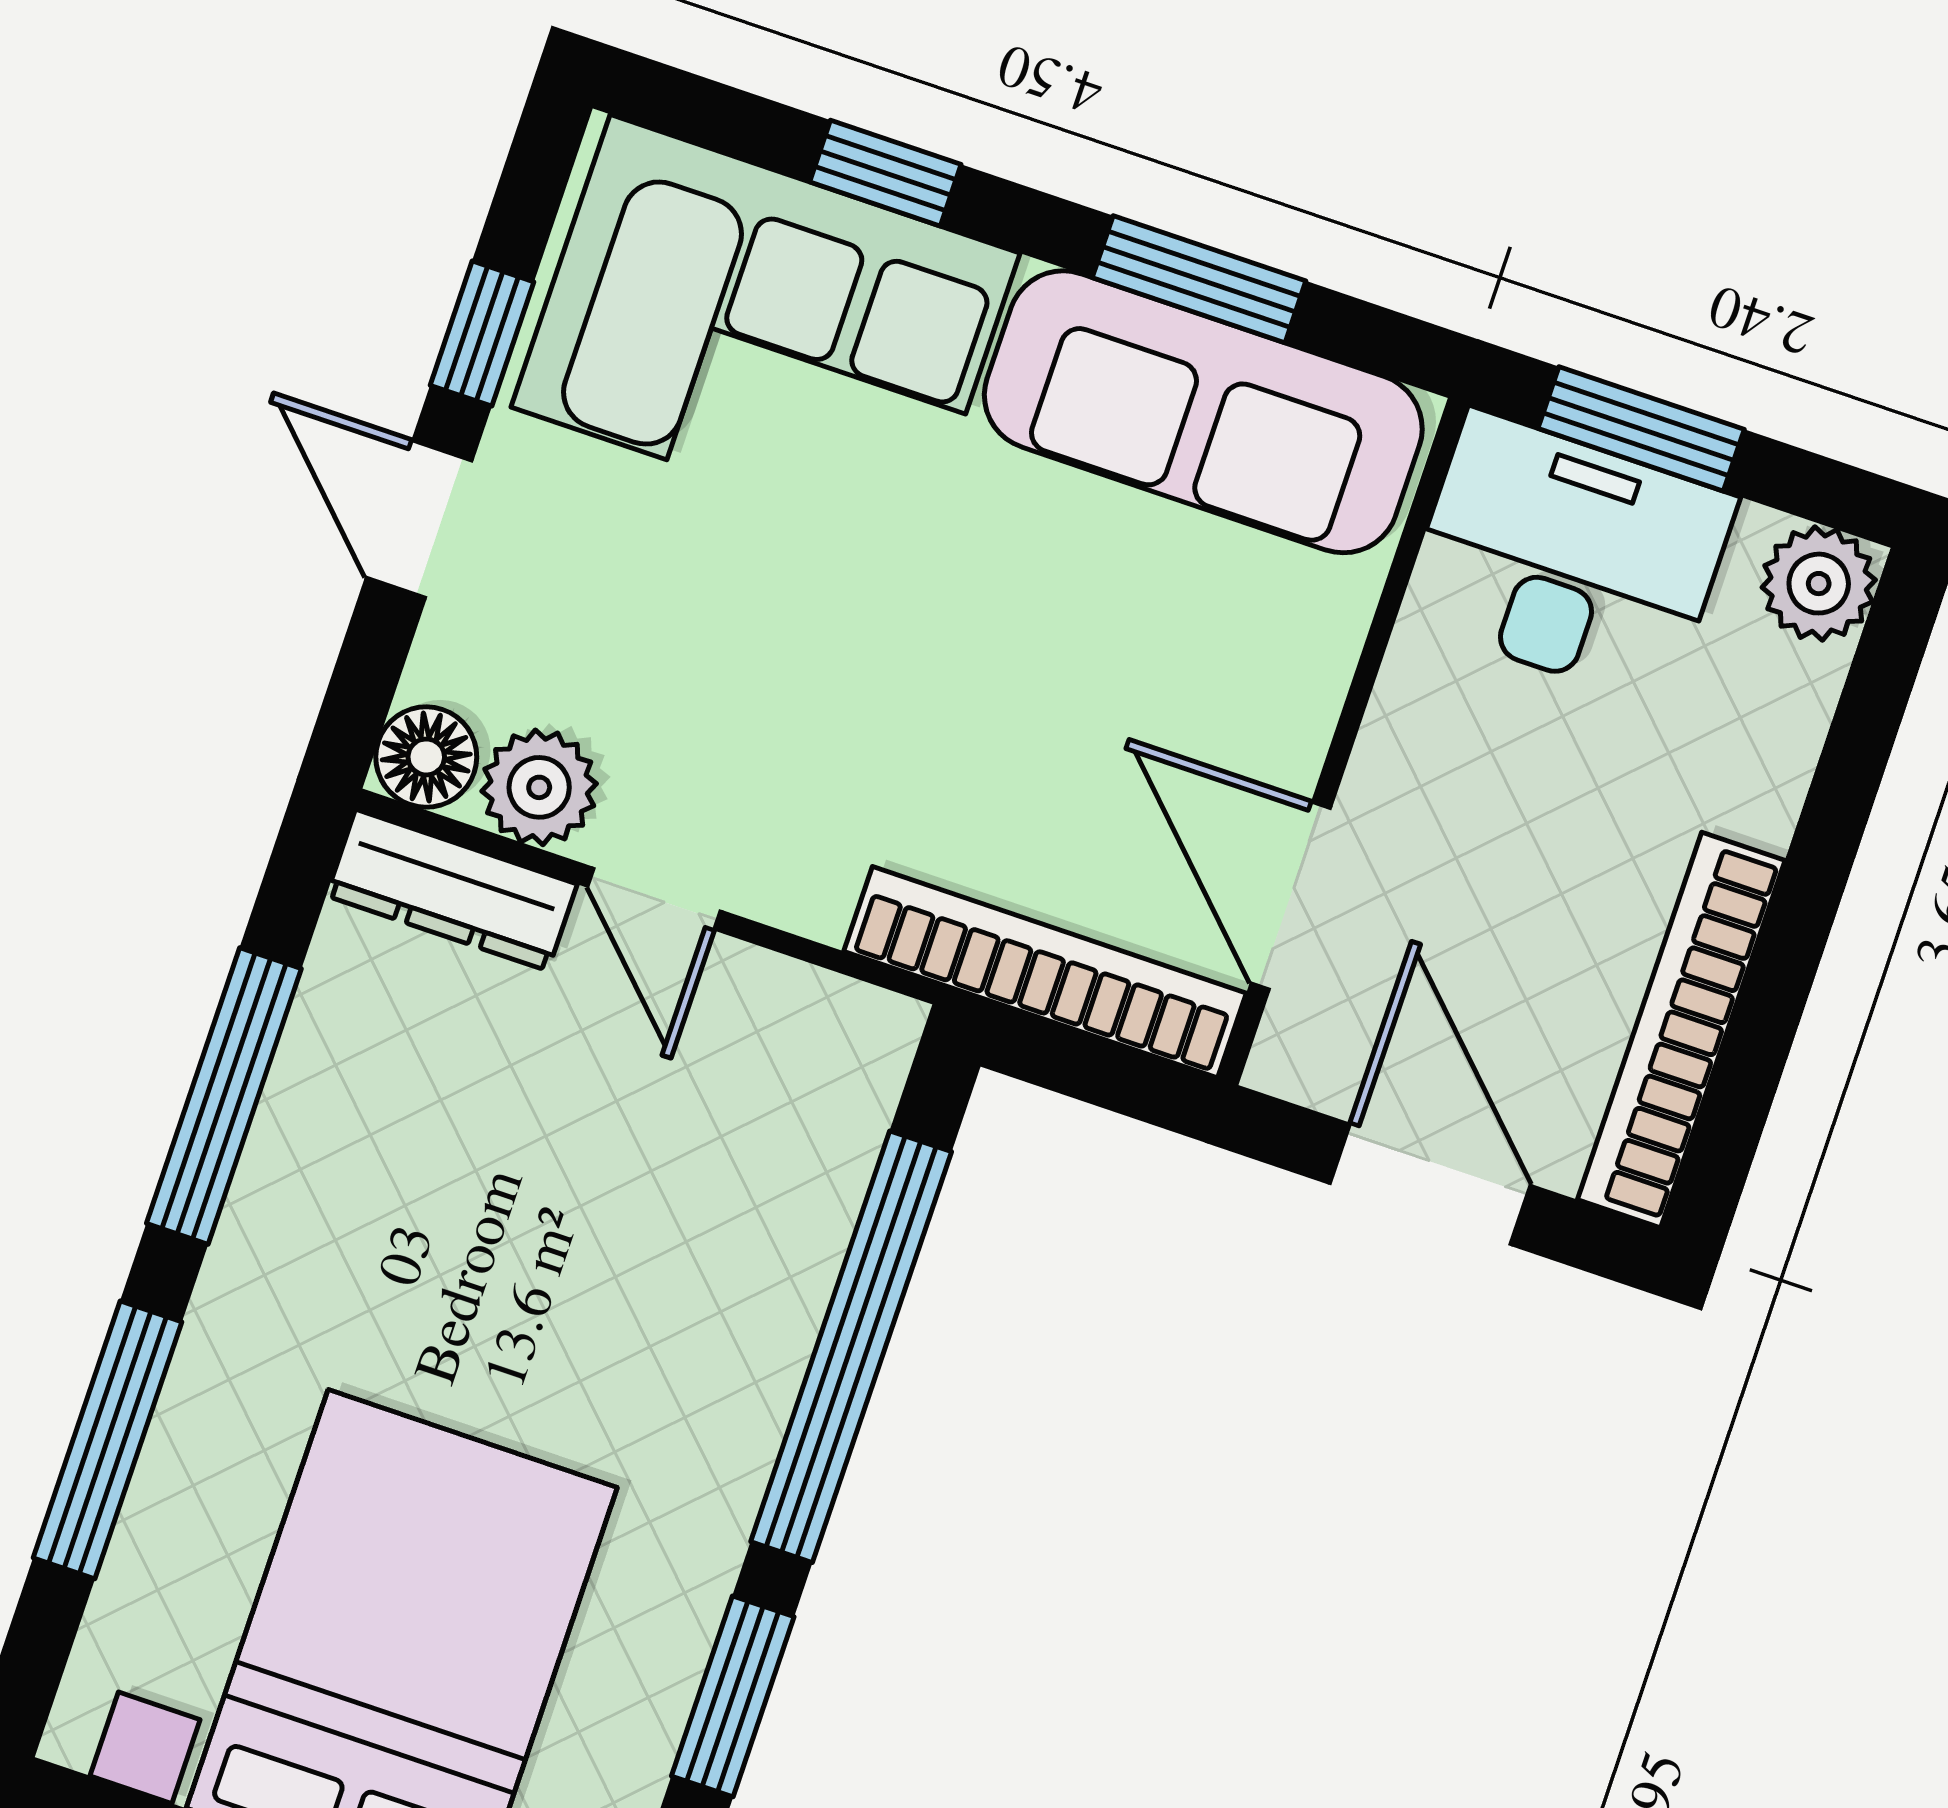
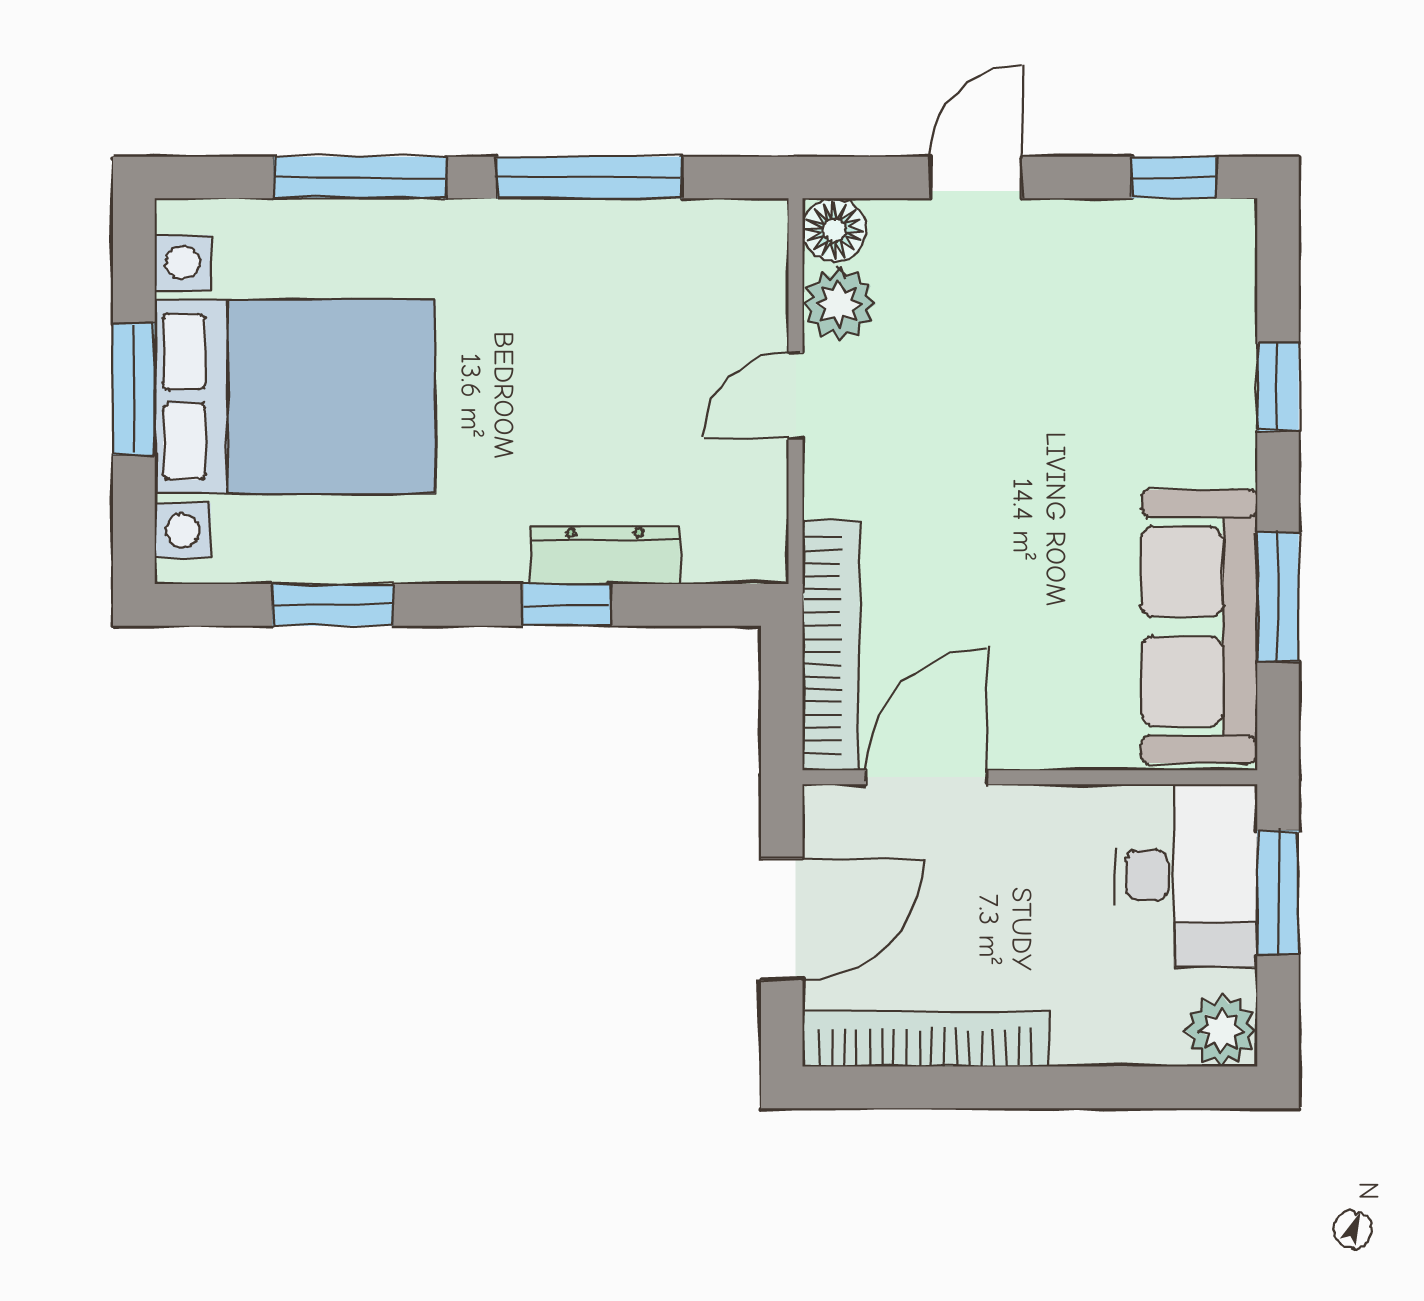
corner sofa: (766, 330) -> (1159, 347), removed
window: (482, 334) -> (1174, 178), moved
dresser: (452, 890) -> (605, 555), moved, turned 90
window: (851, 1347) -> (567, 605), width x0.32

